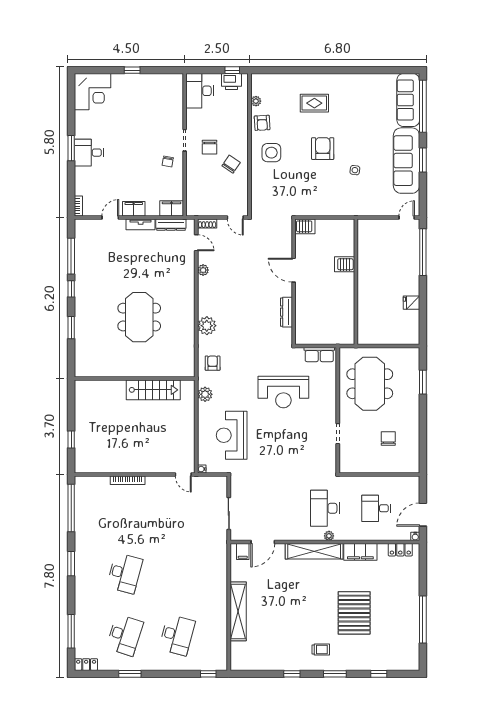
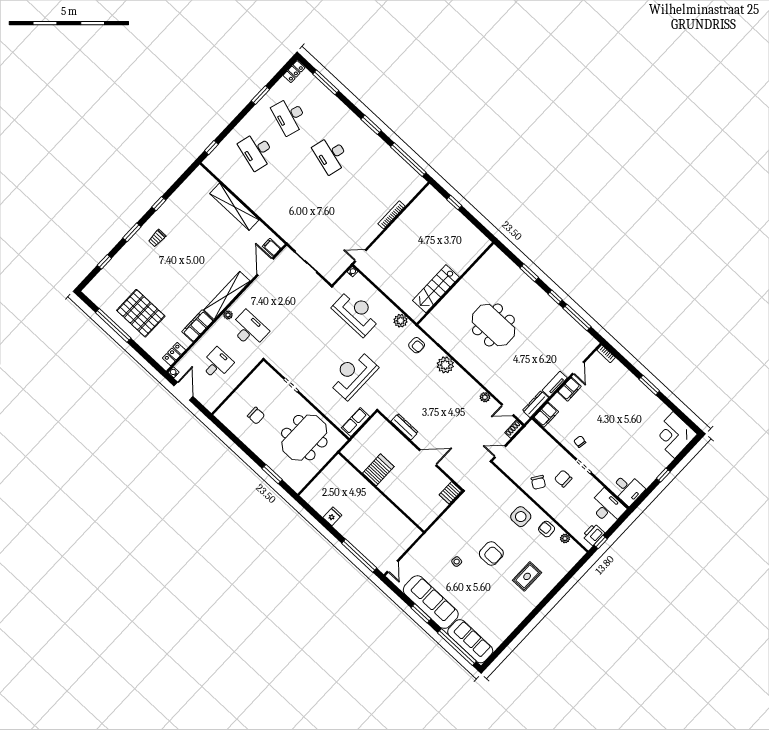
desk: (89, 153) -> (628, 489), moved, turned 90
server rack: (345, 264) -> (378, 470), moved, width x1.36, depth x1.44
meeting table: (370, 384) -> (304, 438), turned 90
pallet: (354, 613) -> (141, 313), moved

